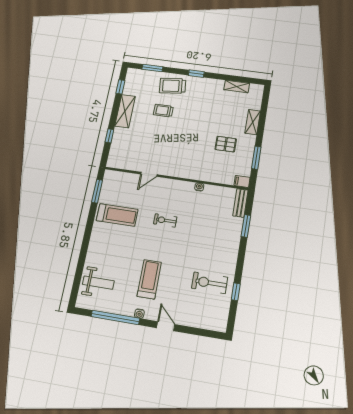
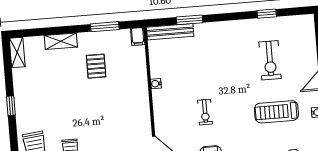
window: (196, 74) -> (11, 106), moved
shelving: (237, 86) -> (17, 52), moved
bench: (240, 203) -> (170, 32), width x1.36
exercise bike: (210, 283) -> (270, 60), moved

